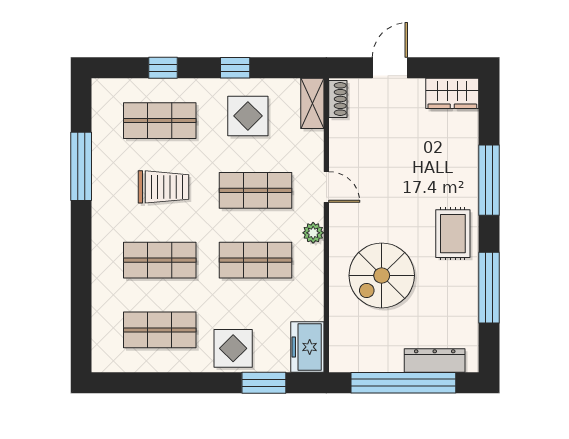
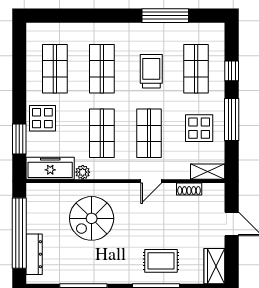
window: (235, 68) -> (232, 120), width x2.17
shoe rack: (338, 99) -> (189, 189), moved
trolley: (164, 187) -> (151, 71), turned 180
plant: (313, 233) -> (83, 172), moved
rug: (453, 234) -> (161, 261), moved
spiral stairs: (382, 275) -> (92, 218), turned -90
freezer: (307, 347) -> (50, 168), width x1.40

